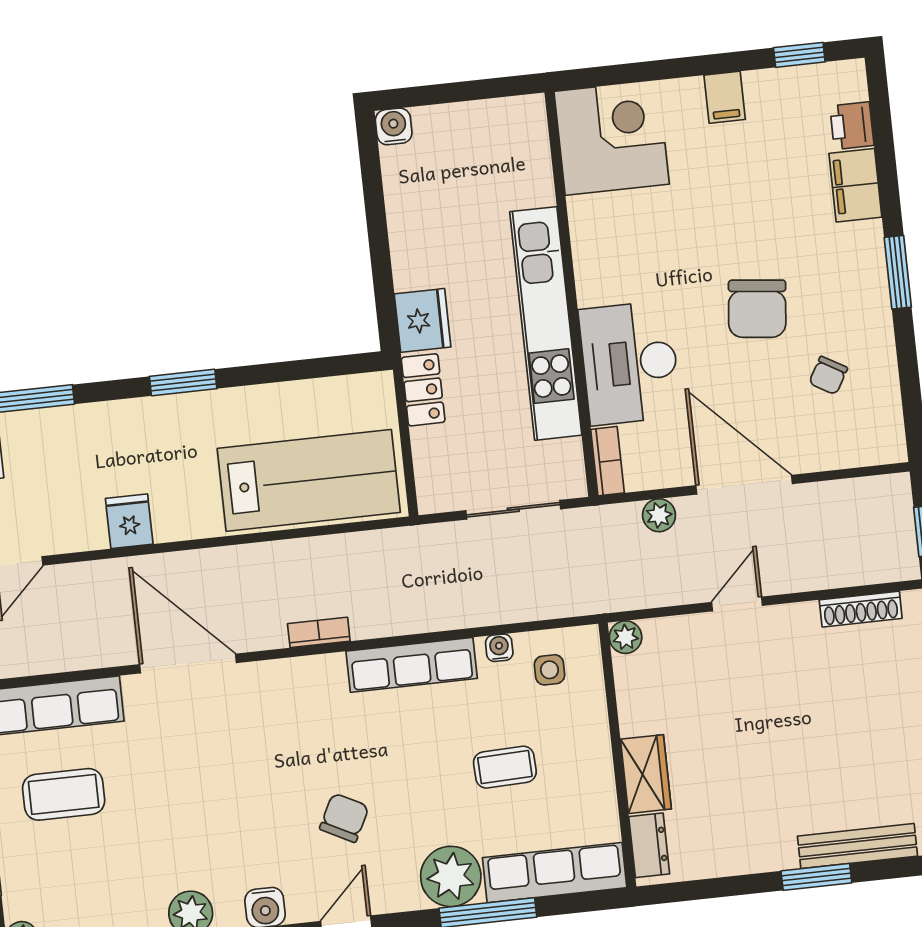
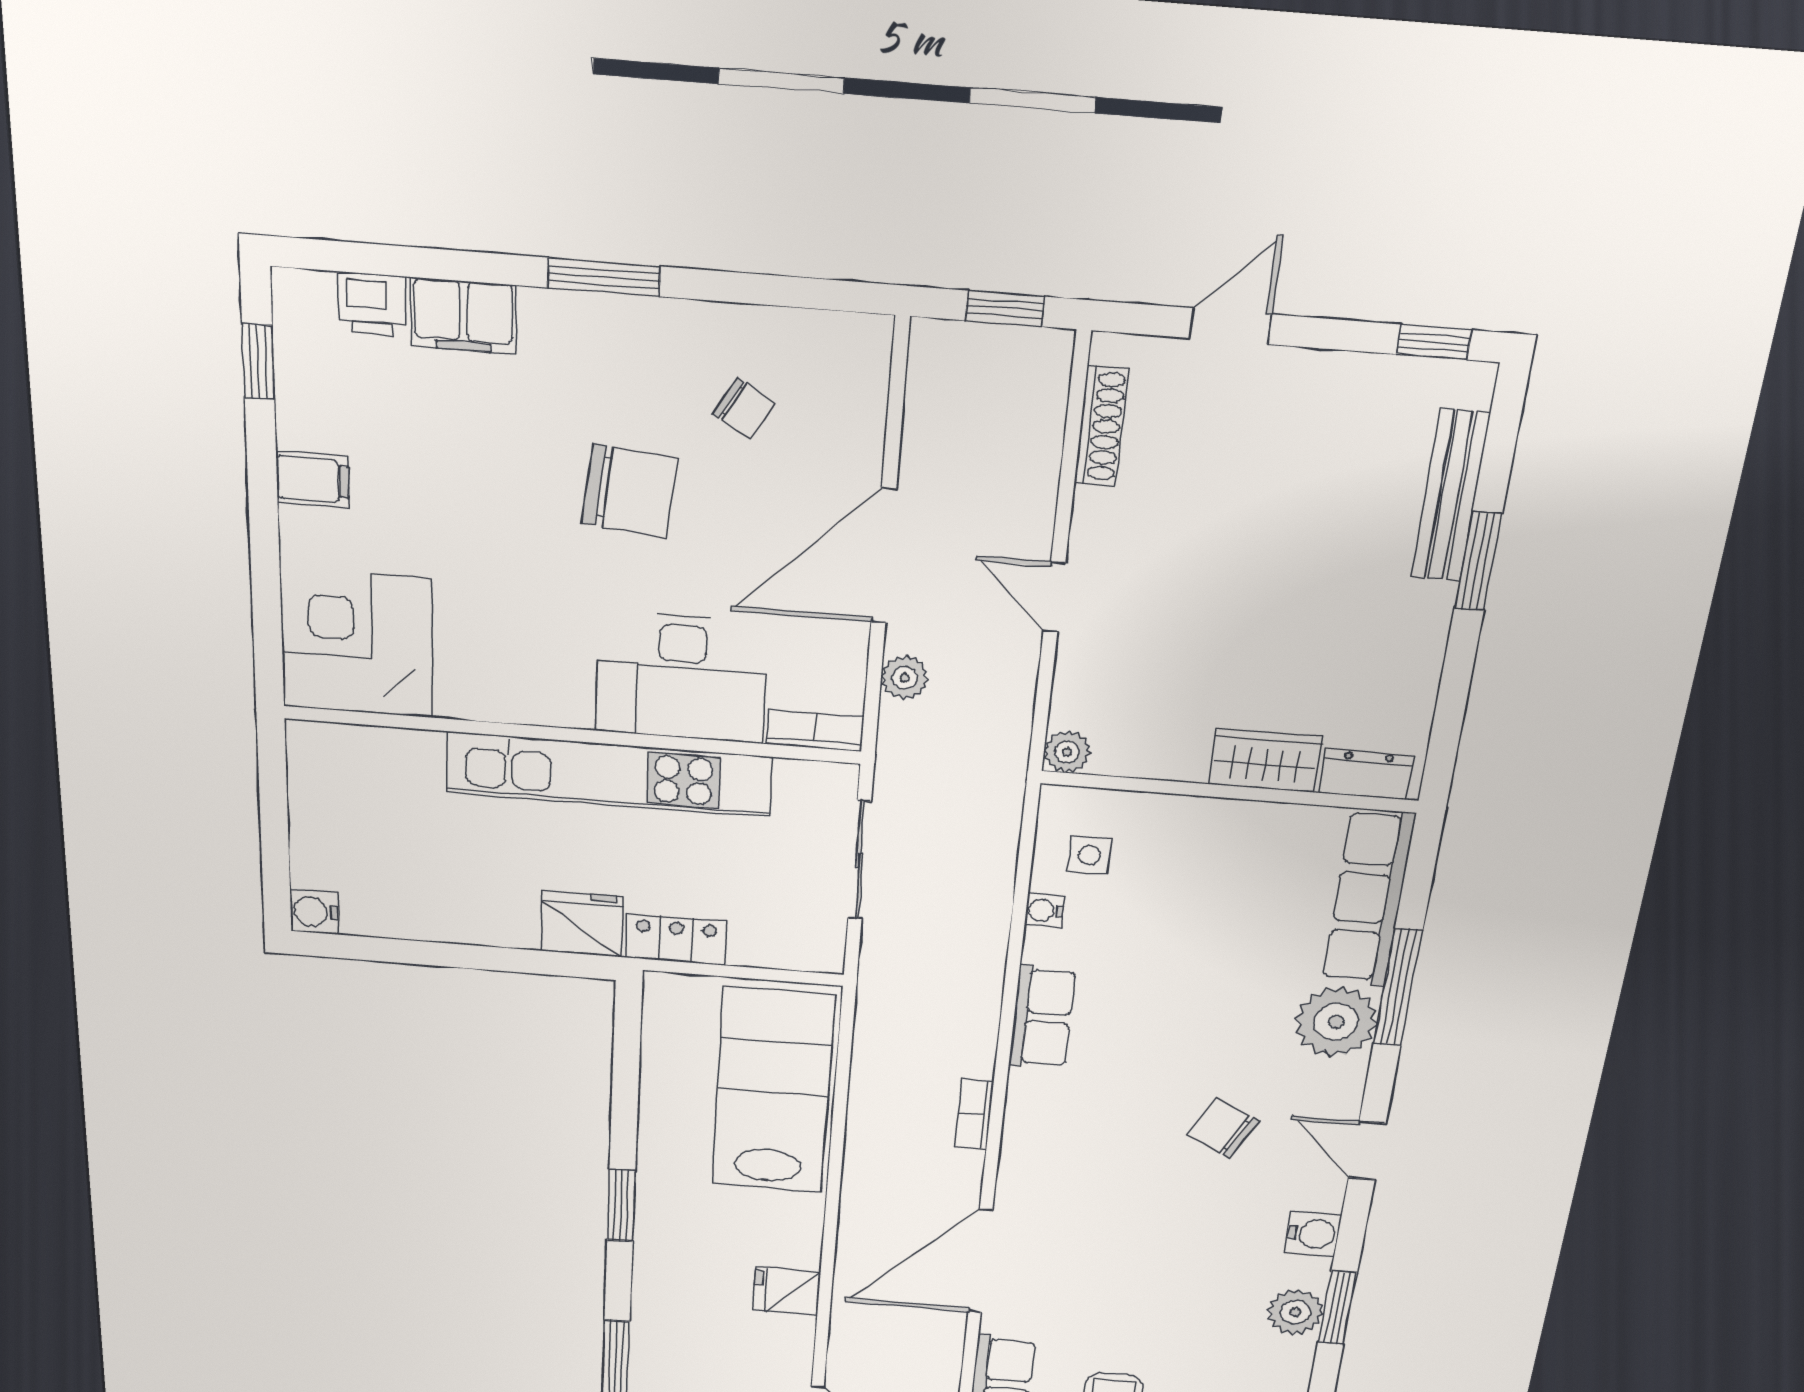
row of seats: (412, 665) -> (1042, 1017), width x0.68
coffee table: (505, 767) -> (1208, 933), removed

